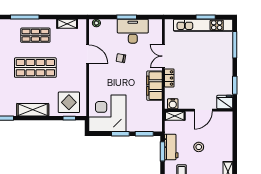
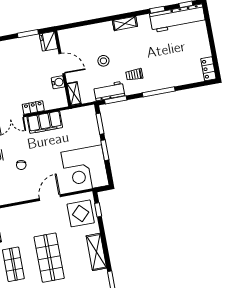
door: (88, 54) -> (50, 198), moved
water cooler: (173, 104) -> (58, 82), moved

